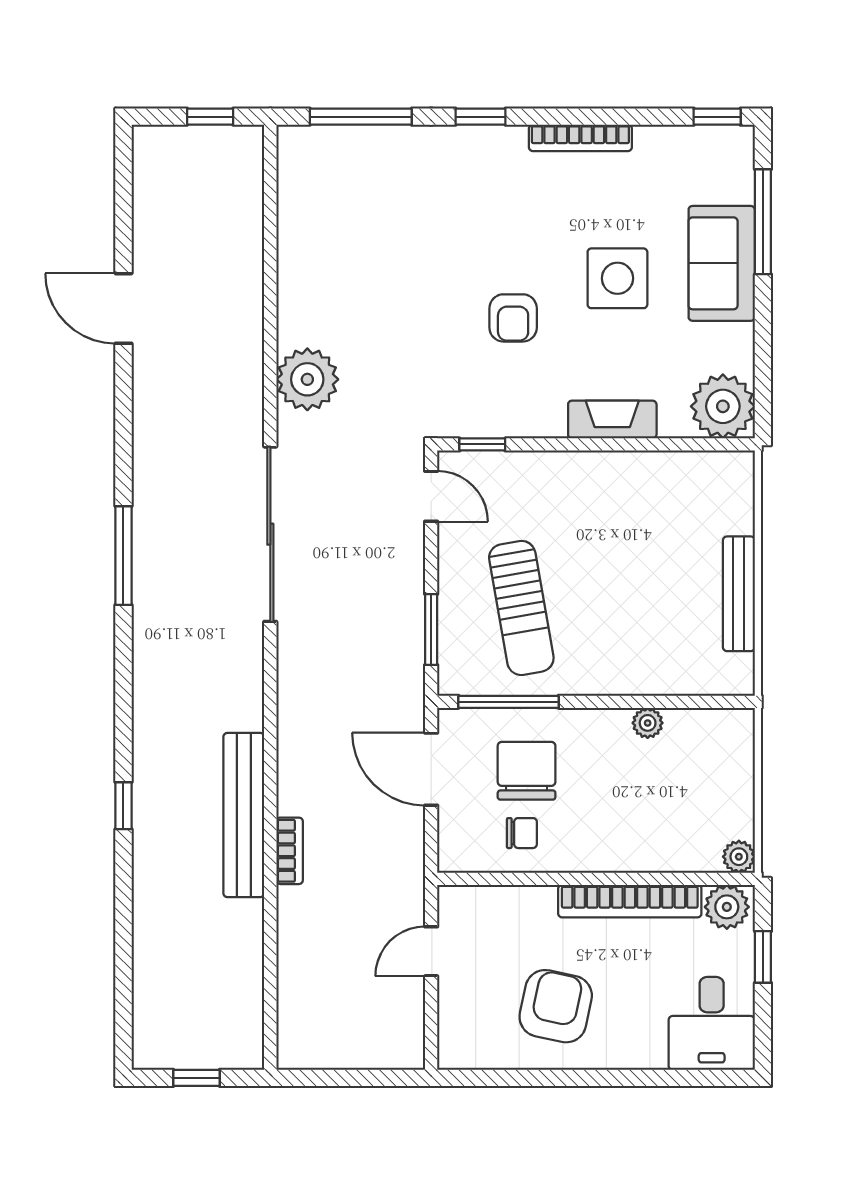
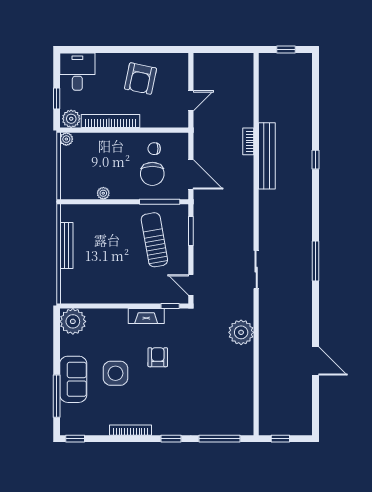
fireplace: (612, 419) -> (146, 316), moved
sliding door: (270, 534) -> (256, 270), width x0.54

